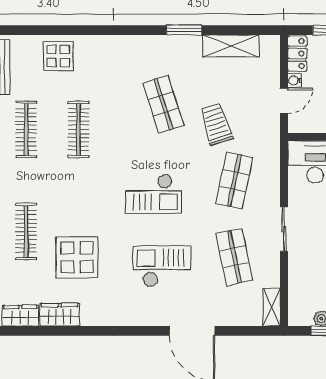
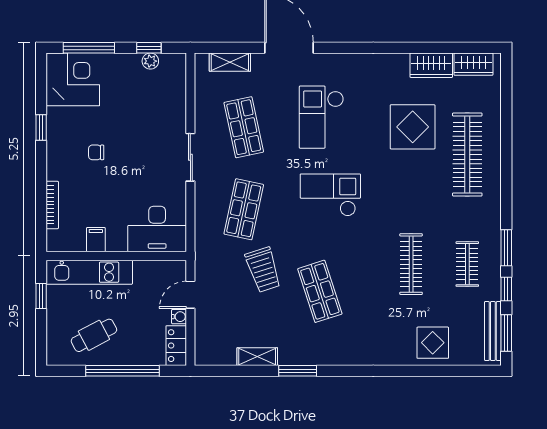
shelving: (231, 46) -> (257, 357), width x0.67, depth x0.75
clothes rail: (26, 129) -> (467, 264), width x0.73
clothes rail: (26, 232) -> (467, 154), width x1.37, depth x1.31
checkout: (162, 266) -> (321, 117), turned 90
shelving: (272, 307) -> (230, 62), moved, turned 90

